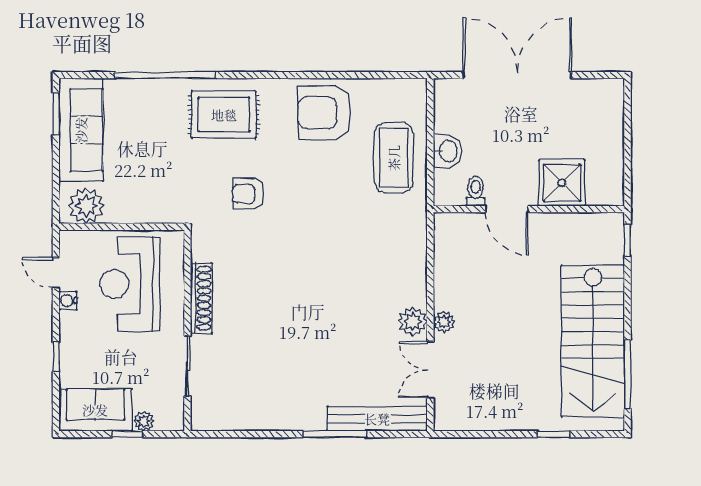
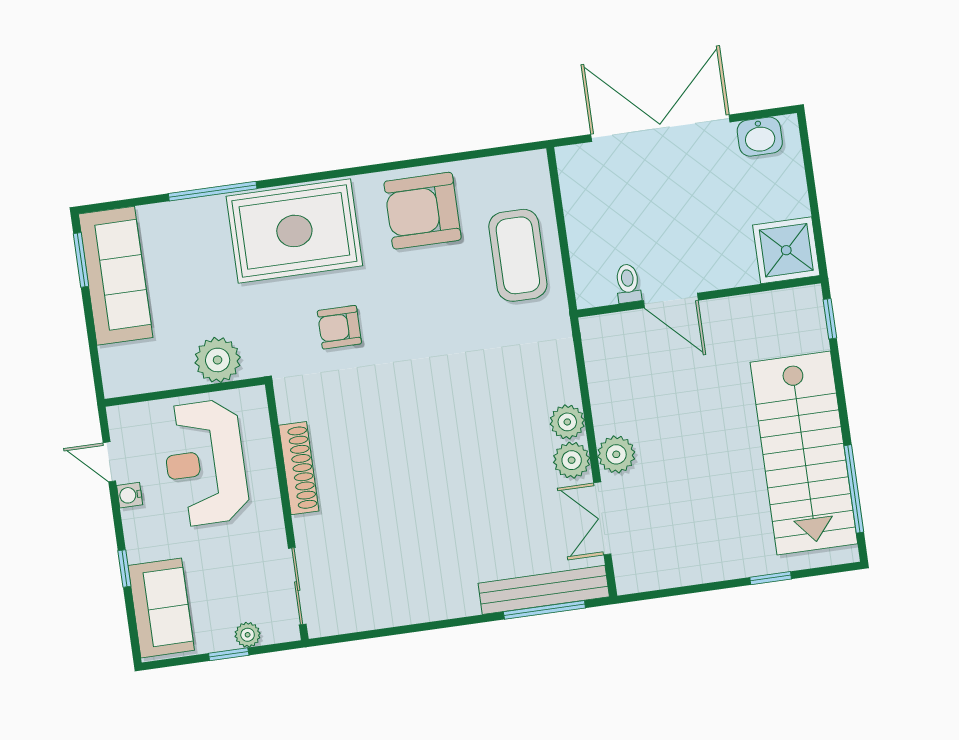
window: (165, 75) -> (213, 191), width x0.68
rug: (224, 115) -> (294, 231), width x1.37, depth x1.44
washbasin: (447, 151) -> (760, 137), moved, turned 90
shower: (562, 183) -> (786, 250), moved
plant: (86, 206) -> (218, 360), moved
plant: (414, 292) -> (567, 422), added
plant: (444, 322) -> (616, 454), width x1.38, depth x1.38
sliding door: (187, 366) -> (297, 586), moved
sofa: (95, 410) -> (161, 608), moved, turned 90
window: (334, 434) -> (544, 610), moved

